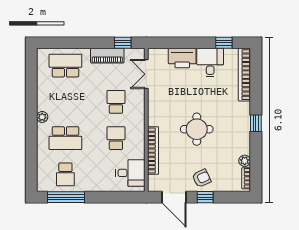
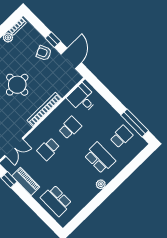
school desk: (116, 138) -> (70, 128), turned 180
bookcase: (153, 151) -> (44, 109), moved

